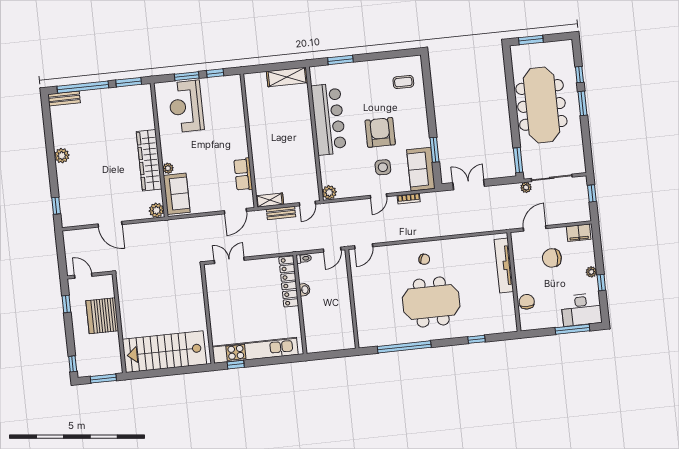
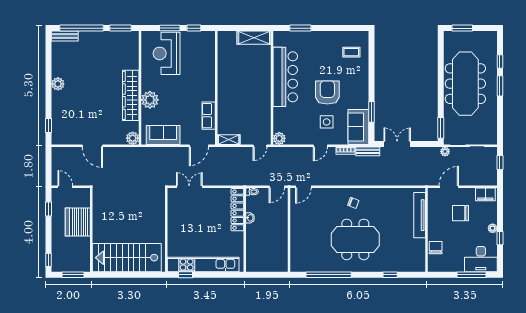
plant: (168, 168) -> (150, 100), width x1.87, depth x1.87
sofa: (177, 194) -> (163, 135), moved, turned -90
bench: (281, 213) -> (368, 151), moved

